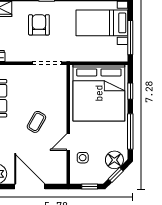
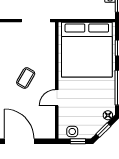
side table: (83, 158) -> (72, 131), moved
floor lamp: (114, 160) -> (108, 115), width x0.53, depth x0.53

